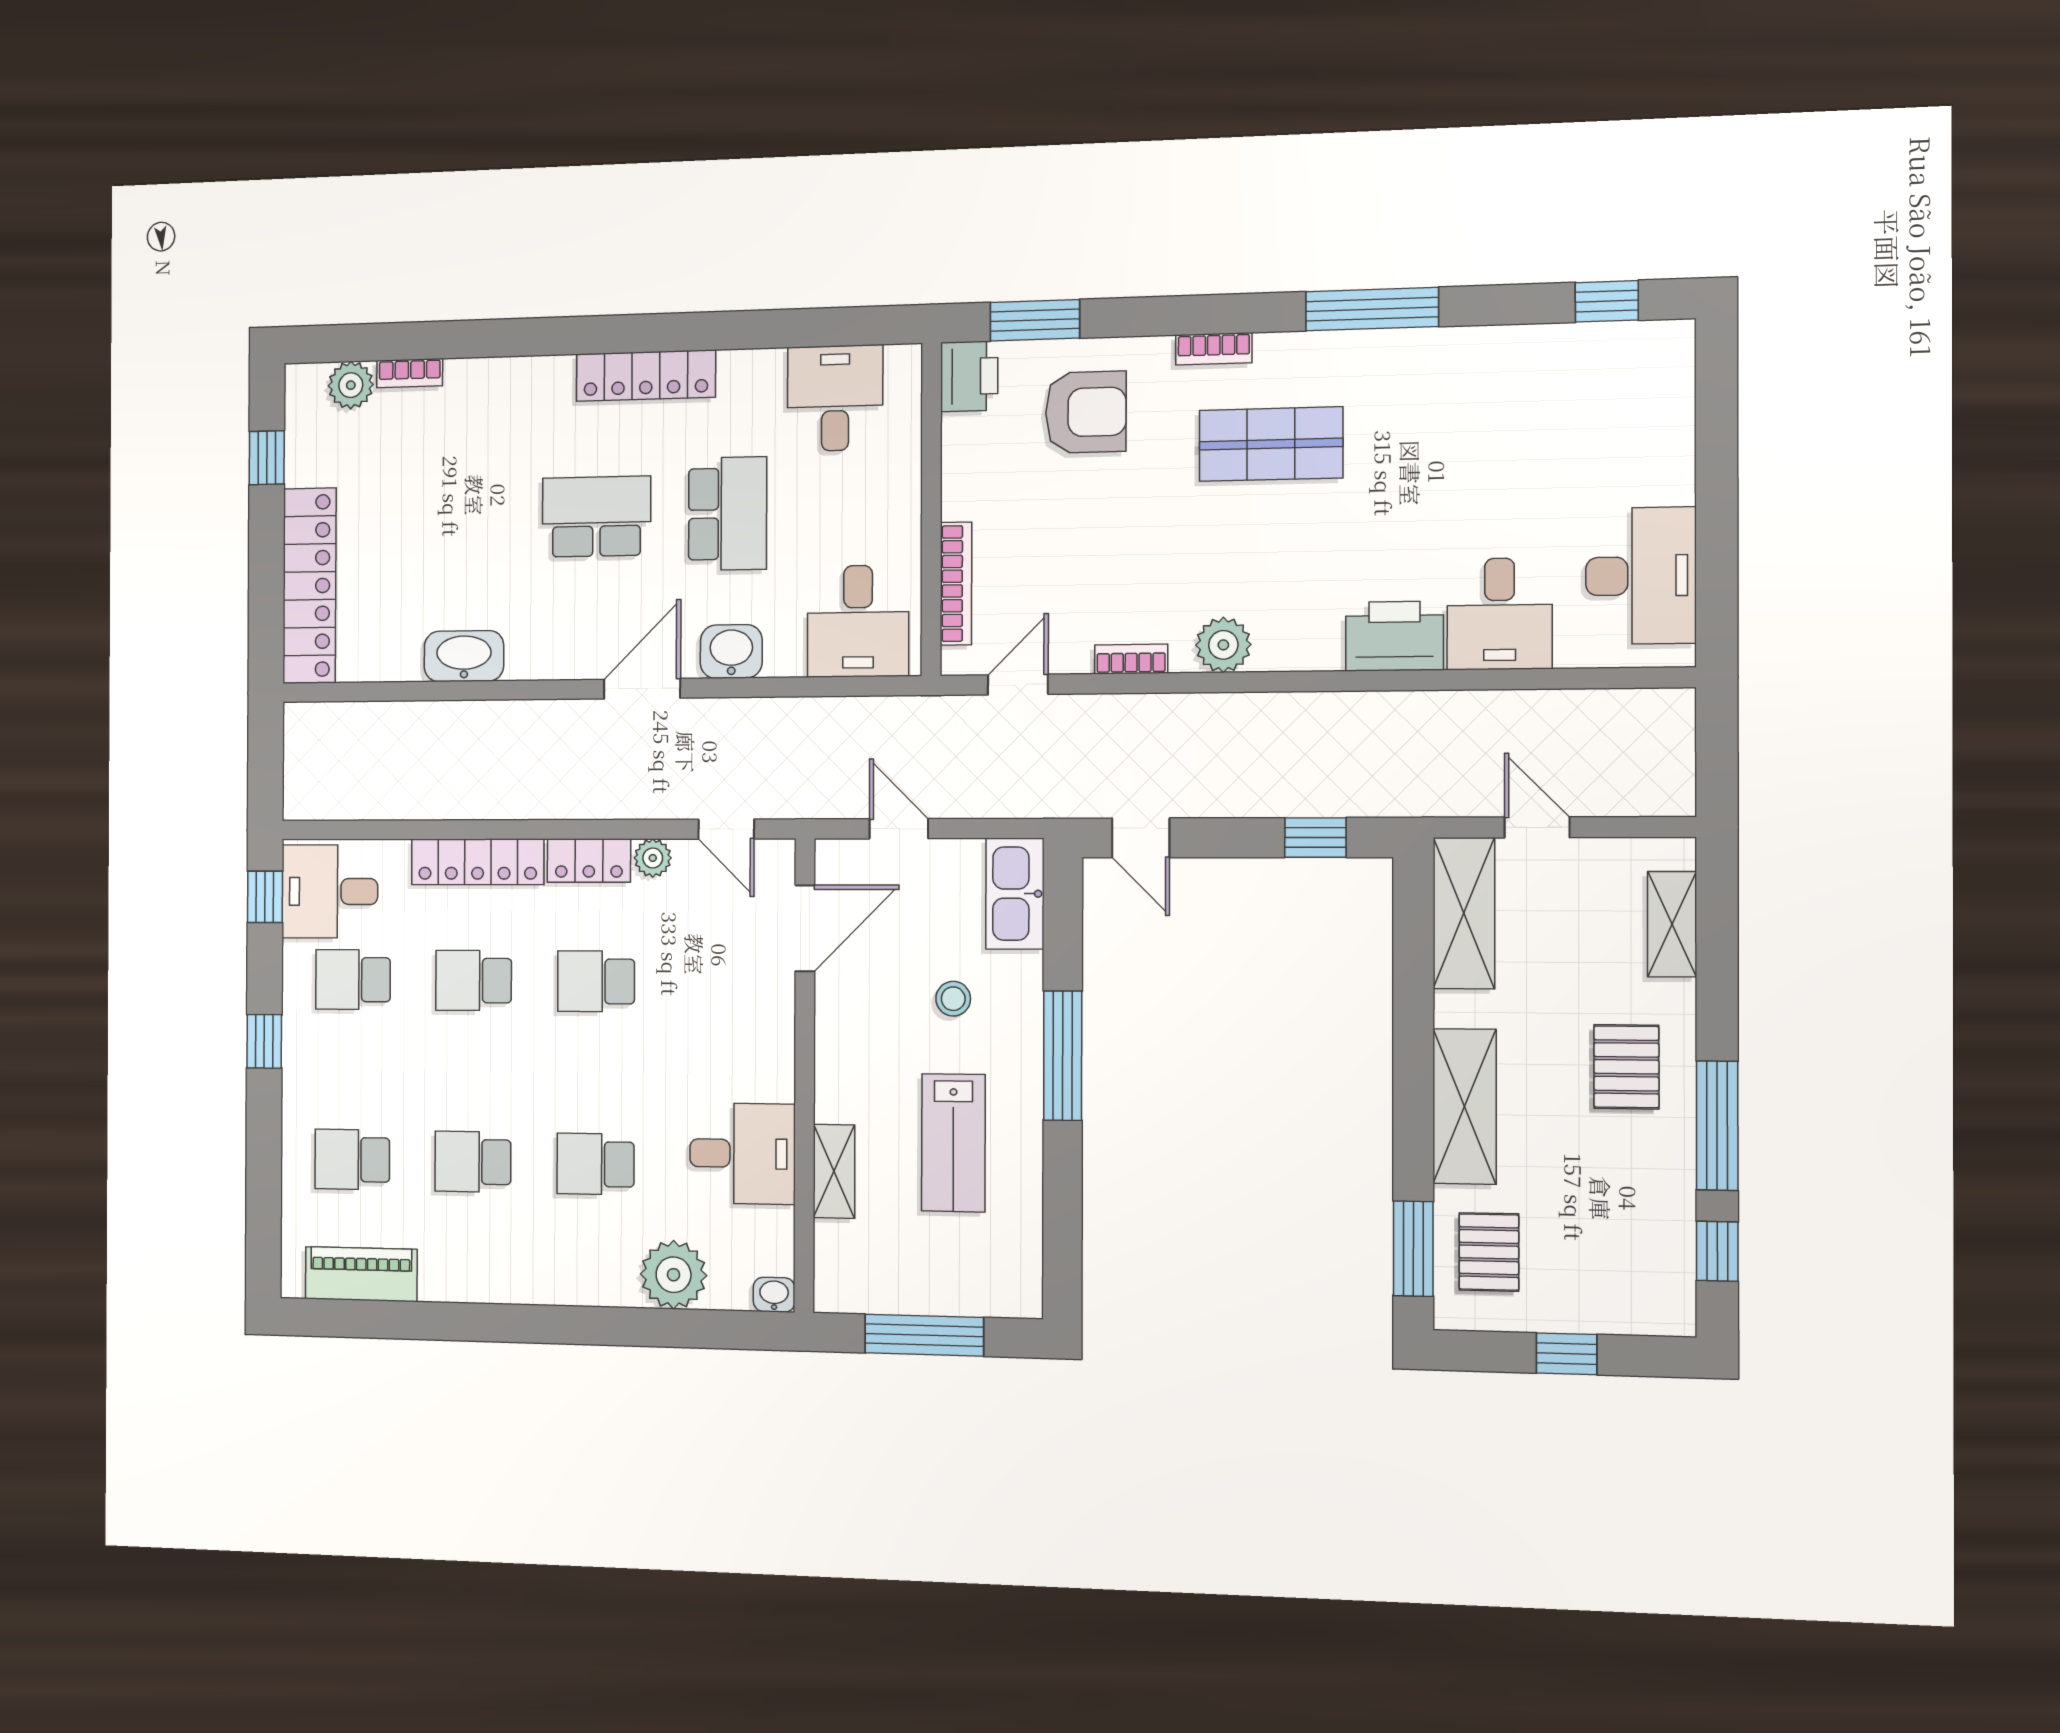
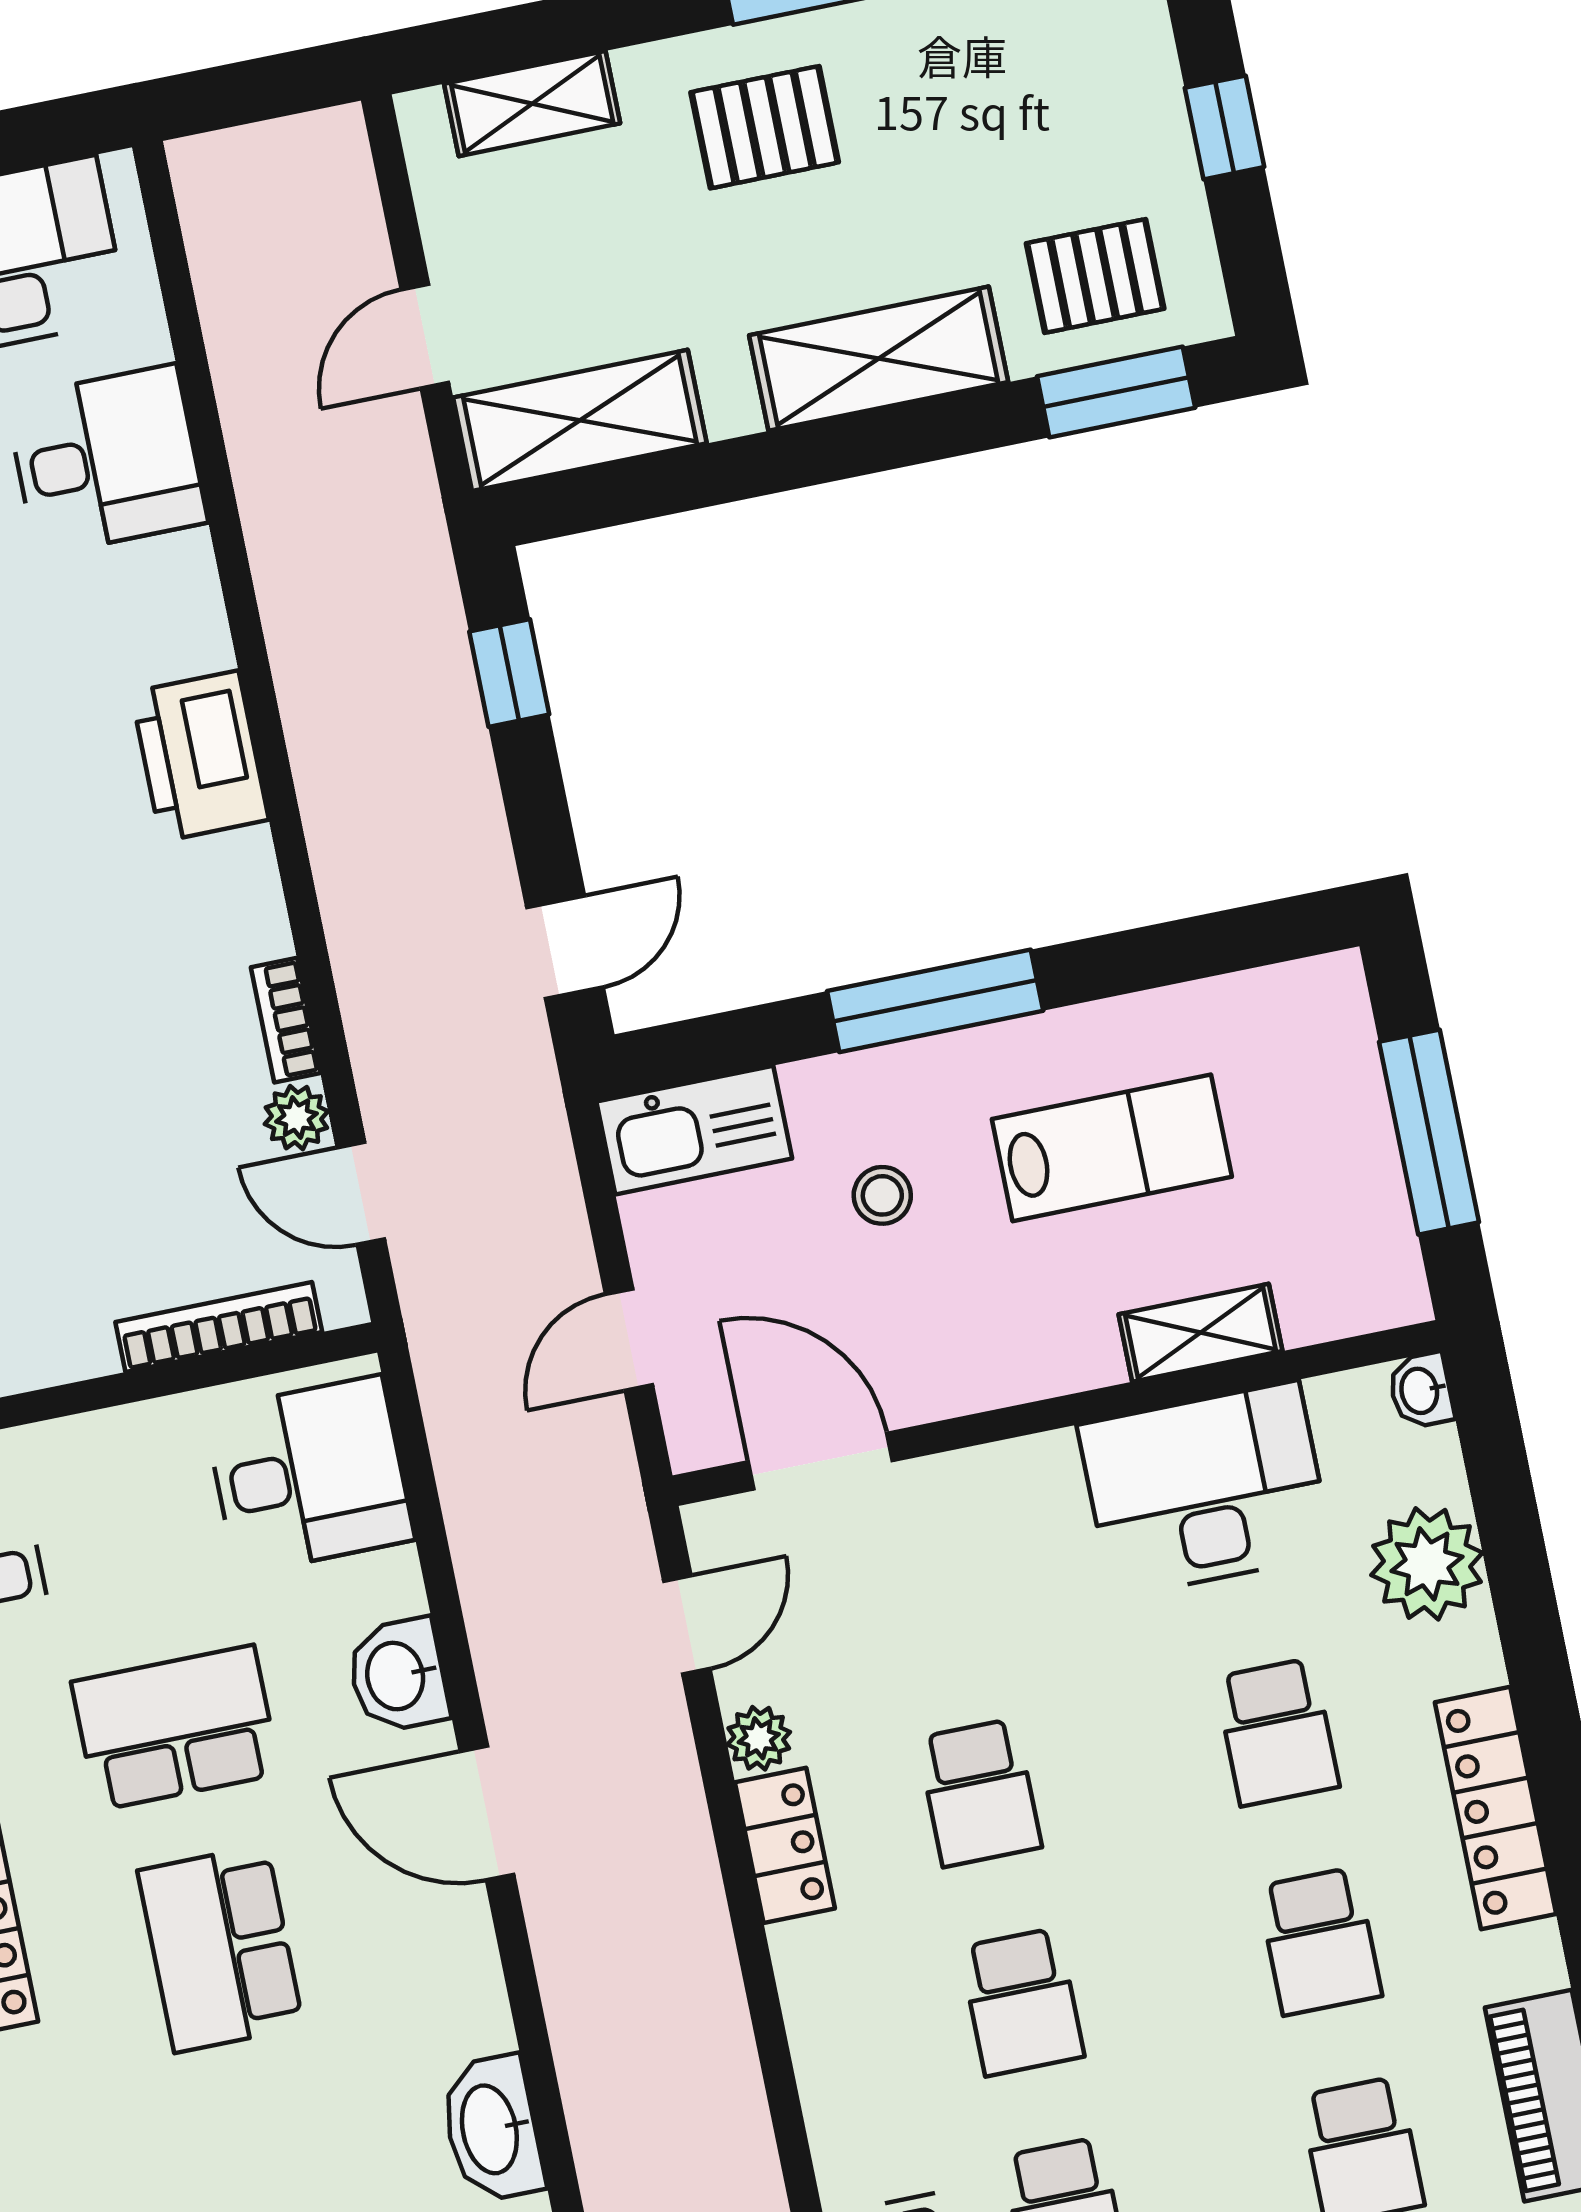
printer: (1394, 636) -> (200, 756), moved
plant: (1223, 645) -> (296, 1118), moved, width x0.73, depth x0.73
locker: (478, 862) -> (1496, 1808), moved, turned 180
desk: (742, 1153) -> (1205, 1490), width x1.37

